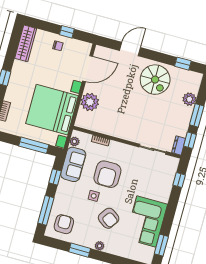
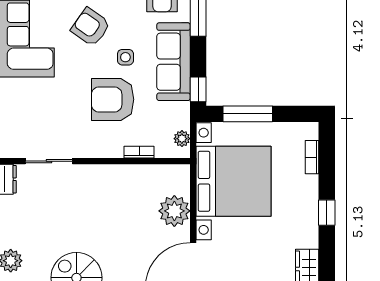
sofa: (73, 164) -> (174, 62), moved, width x1.36
armchair: (107, 174) -> (113, 99), turned -90
window: (55, 177) -> (198, 89), moved

